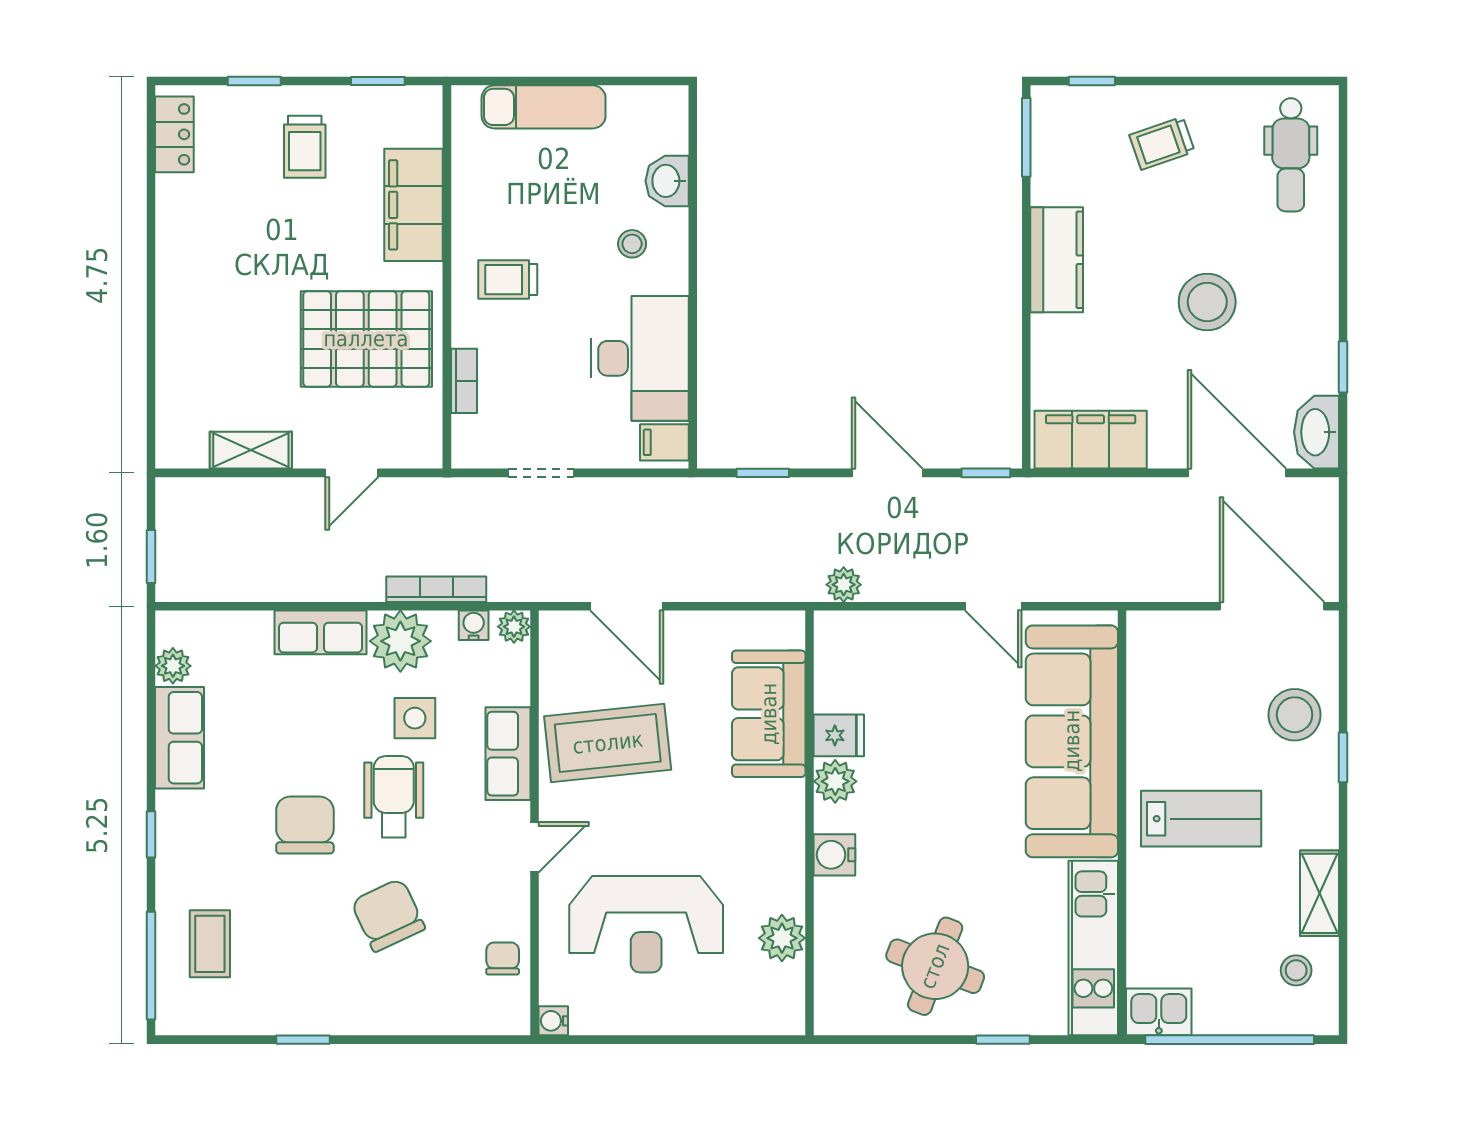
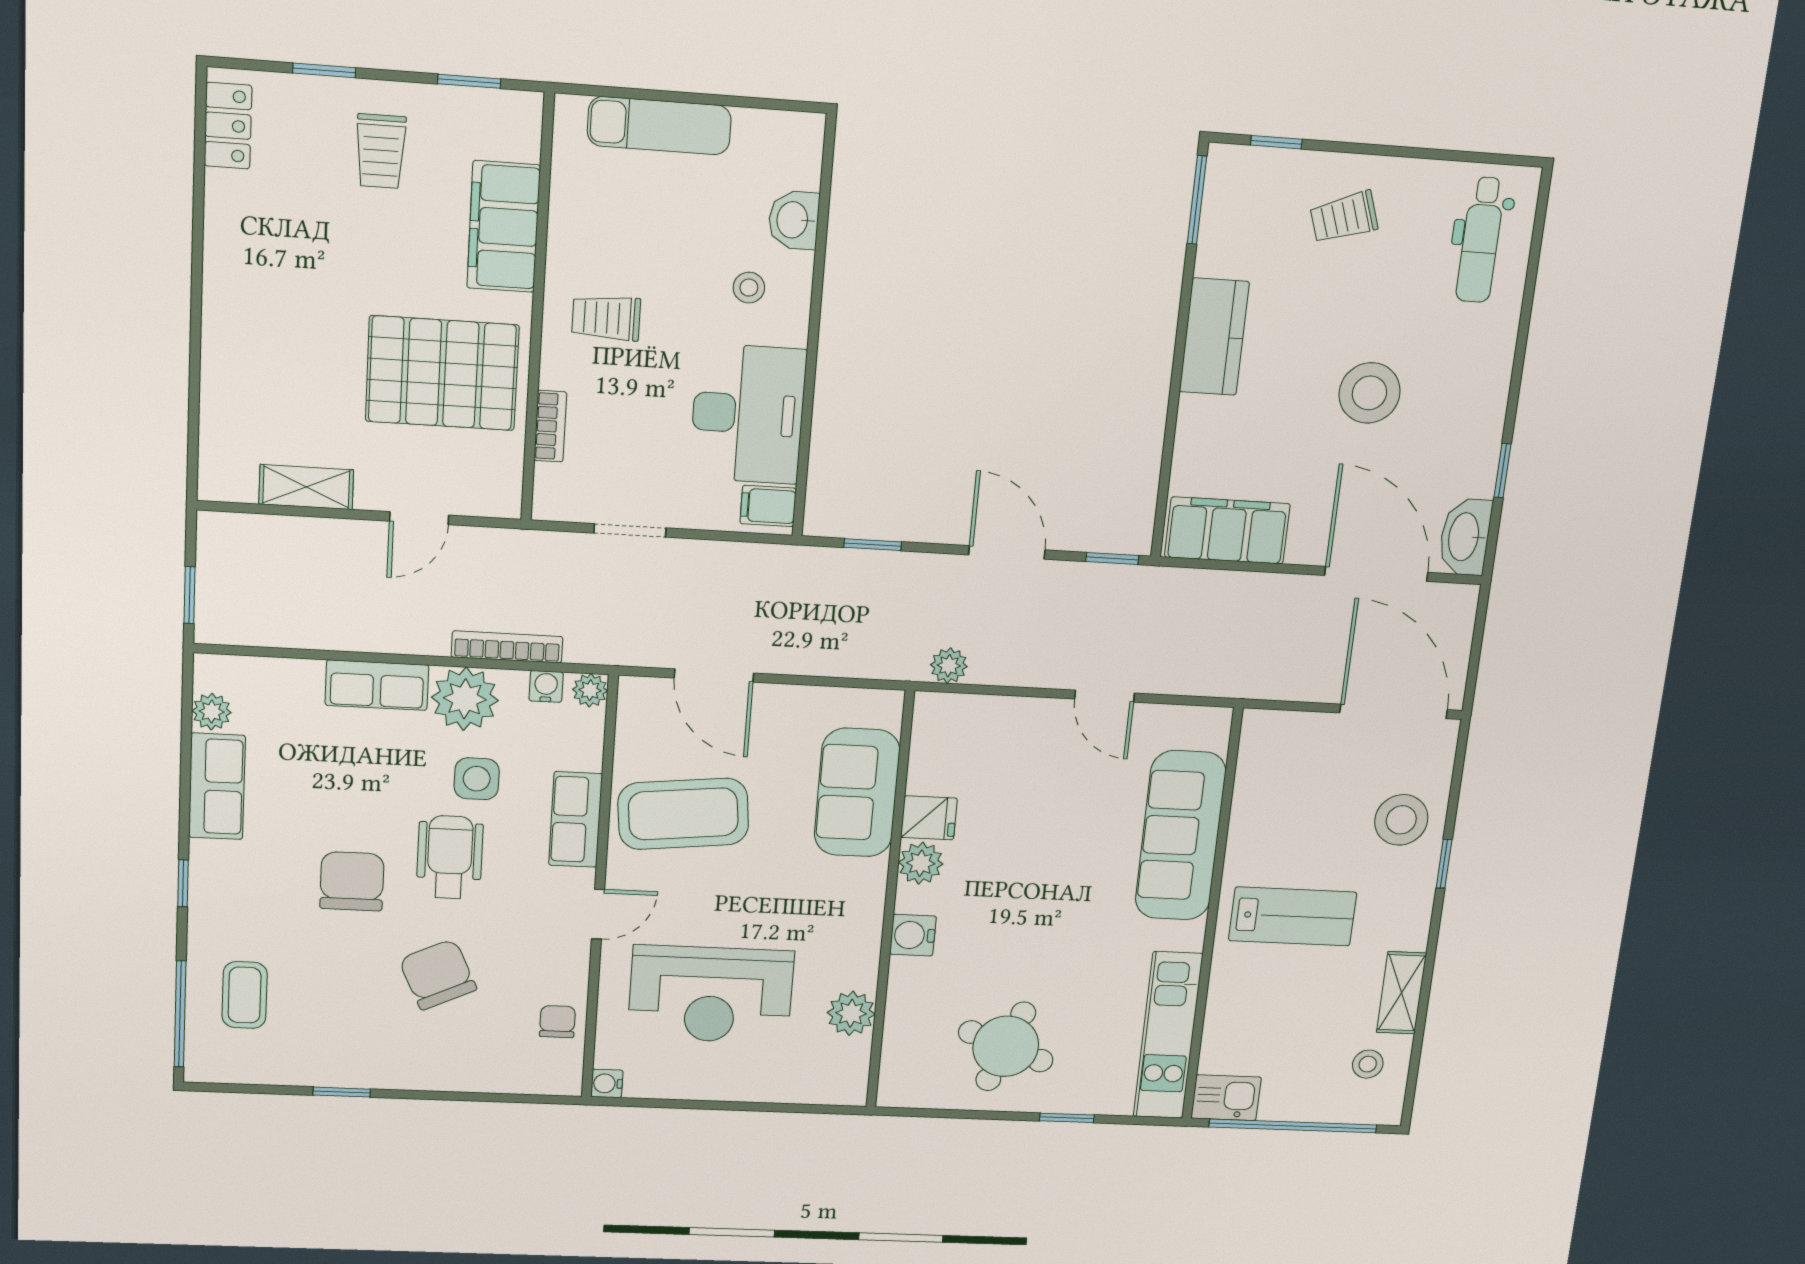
sofa: (1072, 741) -> (1181, 836), width x0.74, depth x0.79

